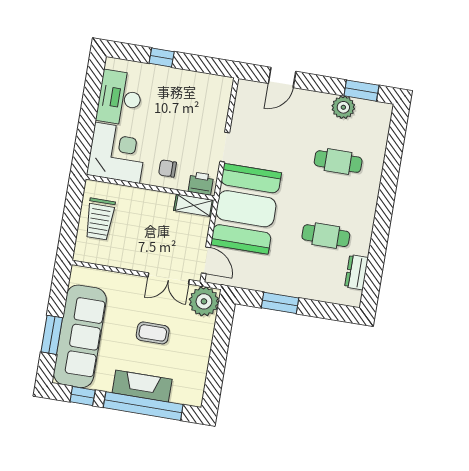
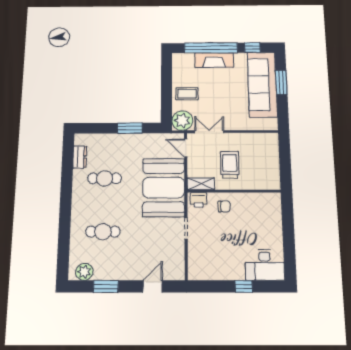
window: (361, 91) -> (106, 286), moved
desk: (120, 98) -> (265, 265), moved, turned 90
plant: (343, 107) -> (84, 272), moved
corner desk: (117, 153) -> (262, 211), removed
trolley: (100, 219) -> (230, 165), moved
coffee table: (153, 333) -> (187, 94), moved

